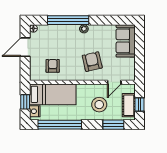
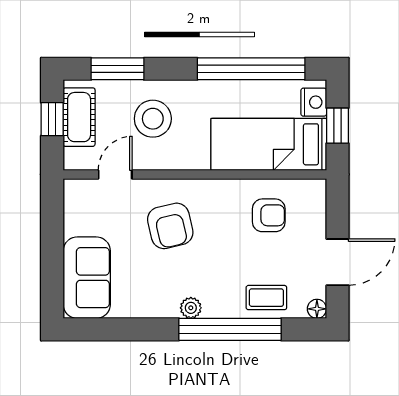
coffee table: (54, 33) -> (266, 298), added
armchair: (53, 66) -> (269, 215), turned -90

